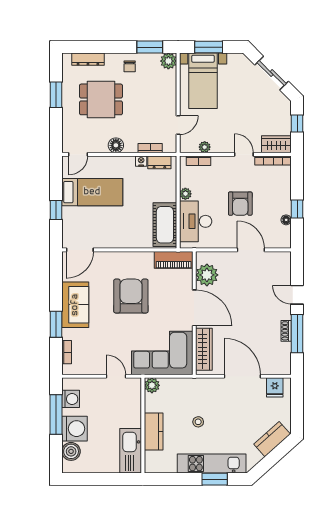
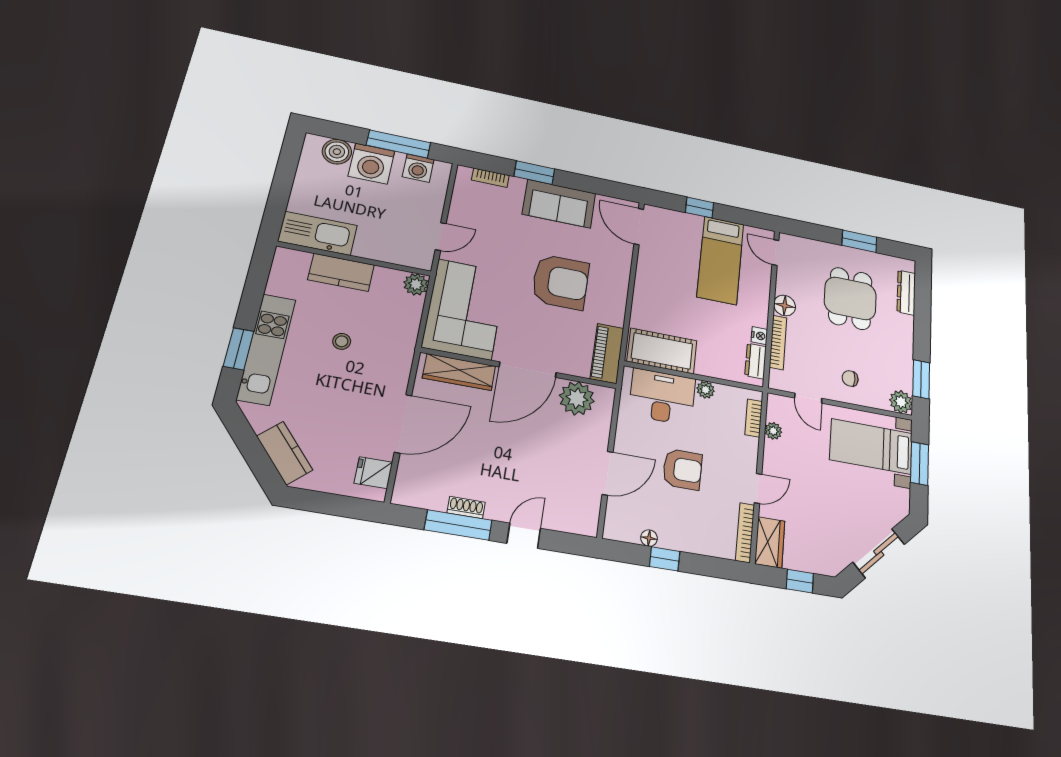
chair: (130, 66) -> (850, 378), moved
bookcase: (150, 148) -> (778, 342), width x1.56
armchair: (240, 204) -> (682, 469), turned 180

